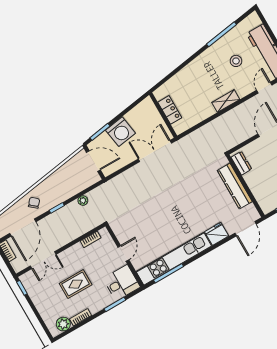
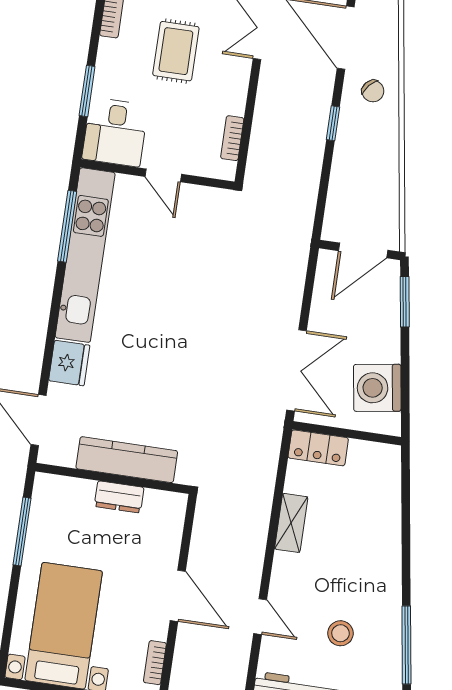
door: (264, 88) -> (260, 617), moved
shelving: (226, 101) -> (291, 523), moved
locker: (170, 110) -> (318, 448), moved
washing machine: (120, 132) -> (377, 388), moved
dresser: (241, 163) -> (119, 497), moved
plant: (83, 201) -> (310, 178), removed

